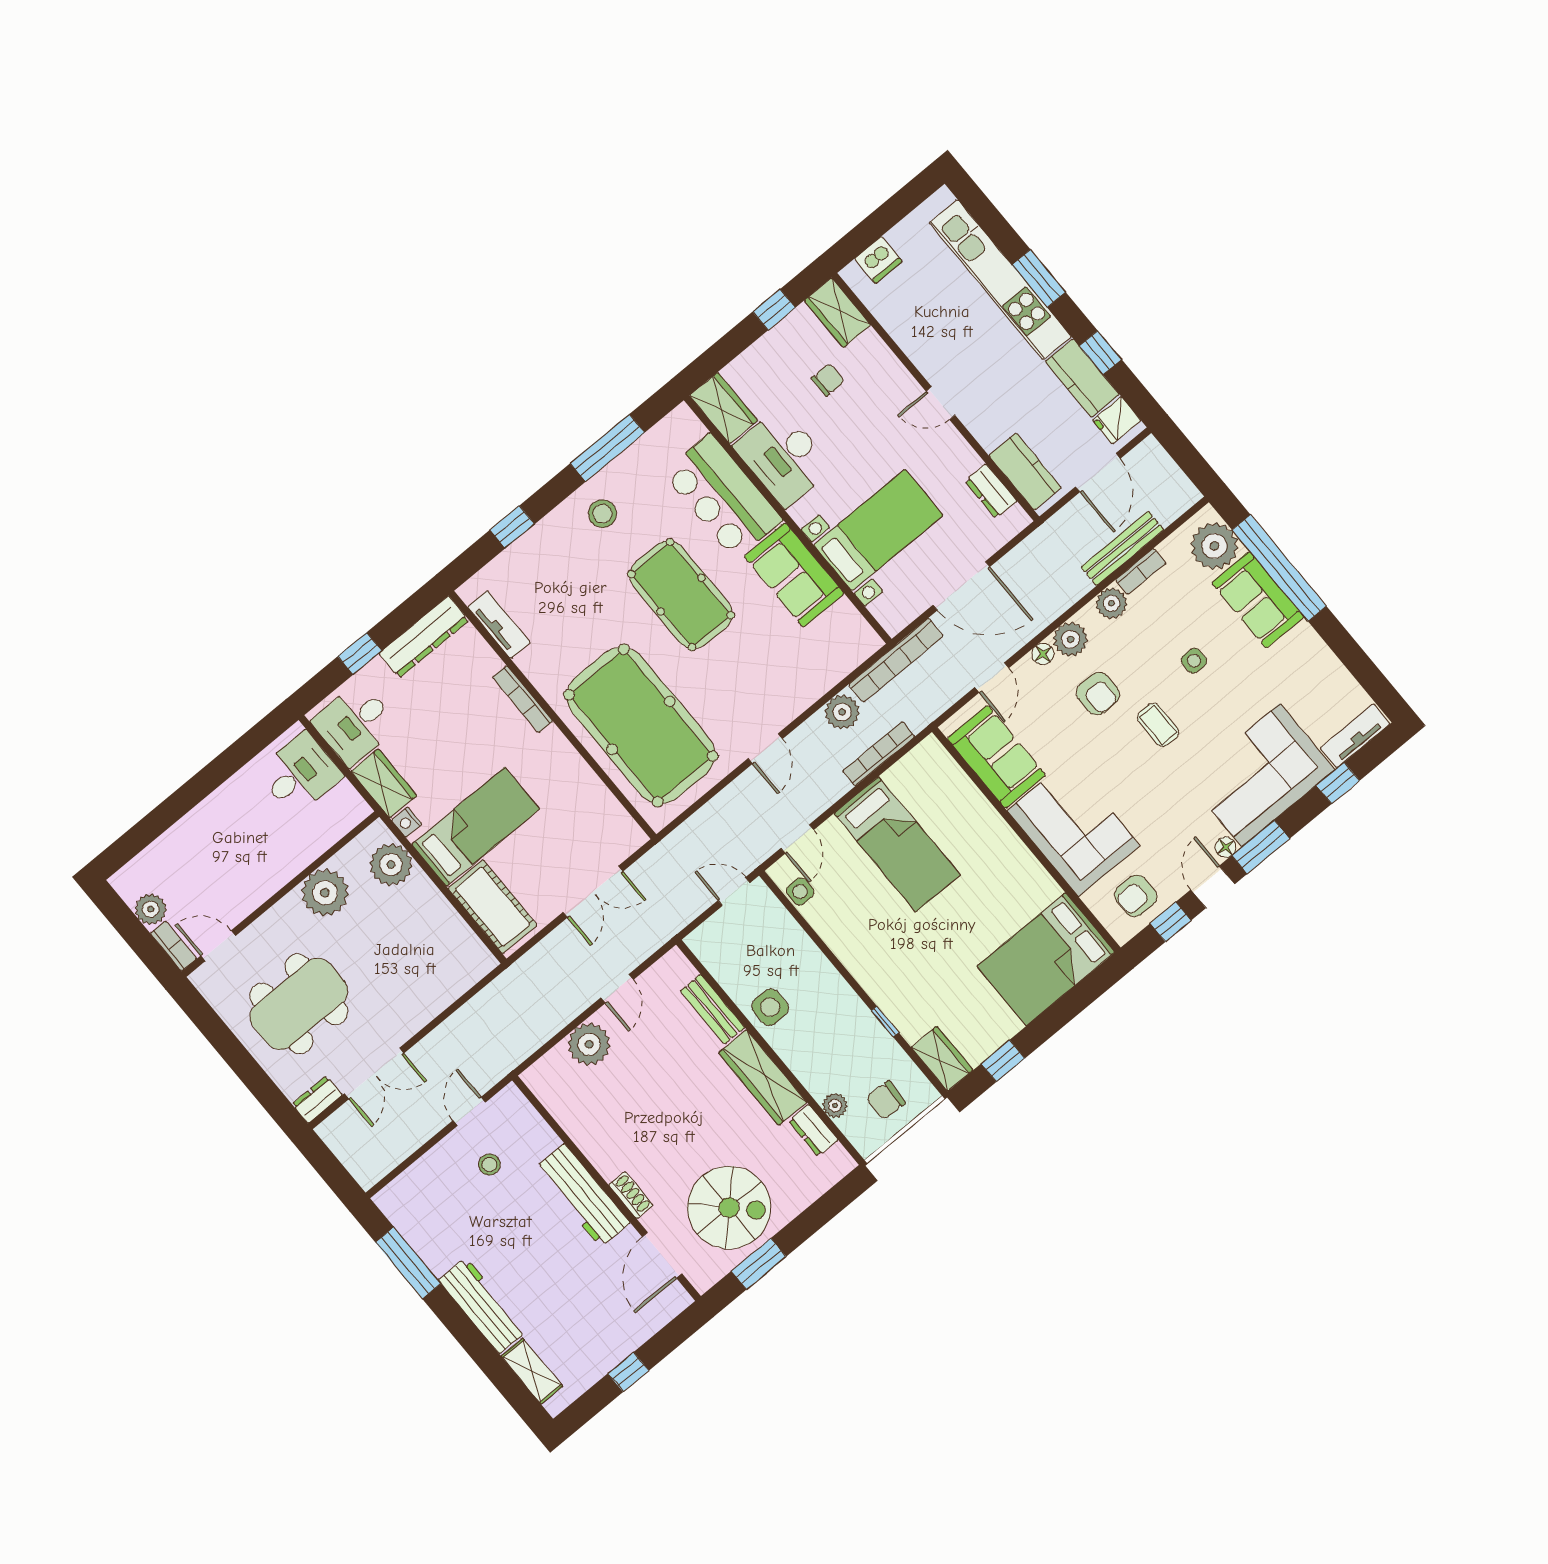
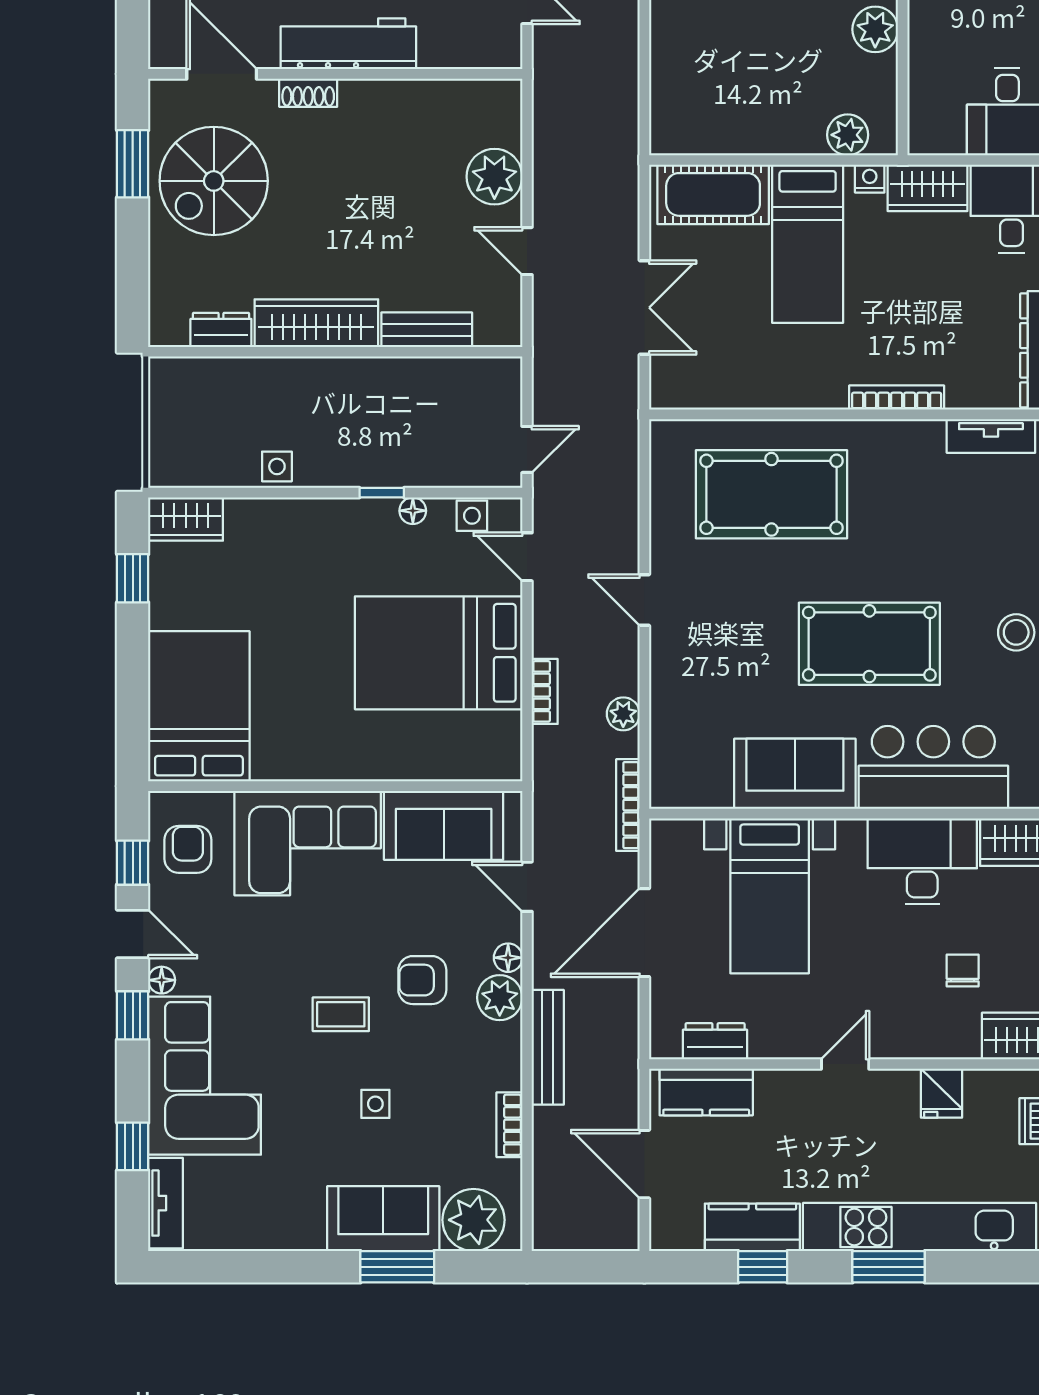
chair: (828, 380) -> (963, 970), turned 180
fridge: (1117, 420) -> (941, 1093), moved, turned 180
bench: (1122, 548) -> (548, 1047), moved
window: (1279, 568) -> (397, 1267), width x0.47
plant: (1111, 603) -> (502, 1069), removed
bookcase: (896, 660) -> (628, 805), width x0.68, depth x0.76
plant: (842, 712) -> (623, 714), width x0.73, depth x0.73
pool table: (641, 725) -> (771, 494), width x0.73, depth x0.76
bookcase: (879, 754) -> (545, 691), width x0.64
bed: (897, 844) -> (439, 653), width x1.50
window: (1261, 847) -> (133, 1015), width x0.67
plant: (391, 865) -> (848, 135), width x0.73, depth x0.73
double door: (593, 892) -> (644, 308), swing flipped
plant: (325, 893) -> (875, 29), width x0.73, depth x0.73
floor lamp: (826, 929) -> (413, 511), added
side table: (770, 1007) -> (277, 466), moved, width x0.73, depth x0.73
window: (885, 1022) -> (382, 493), moved
chair: (886, 1100) -> (191, 428), removed
plant: (835, 1105) -> (228, 373), removed

